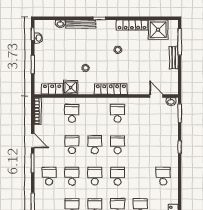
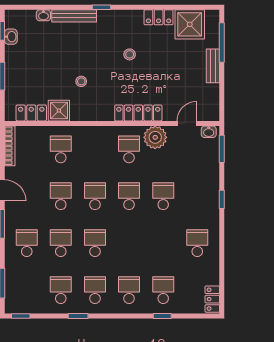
locker: (132, 25) -> (159, 17), width x0.66
locker: (111, 89) -> (138, 113), moved
door: (156, 96) -> (187, 123), hinge flipped
plant: (135, 105) -> (155, 137), added
school desk: (118, 176) -> (163, 196), moved

